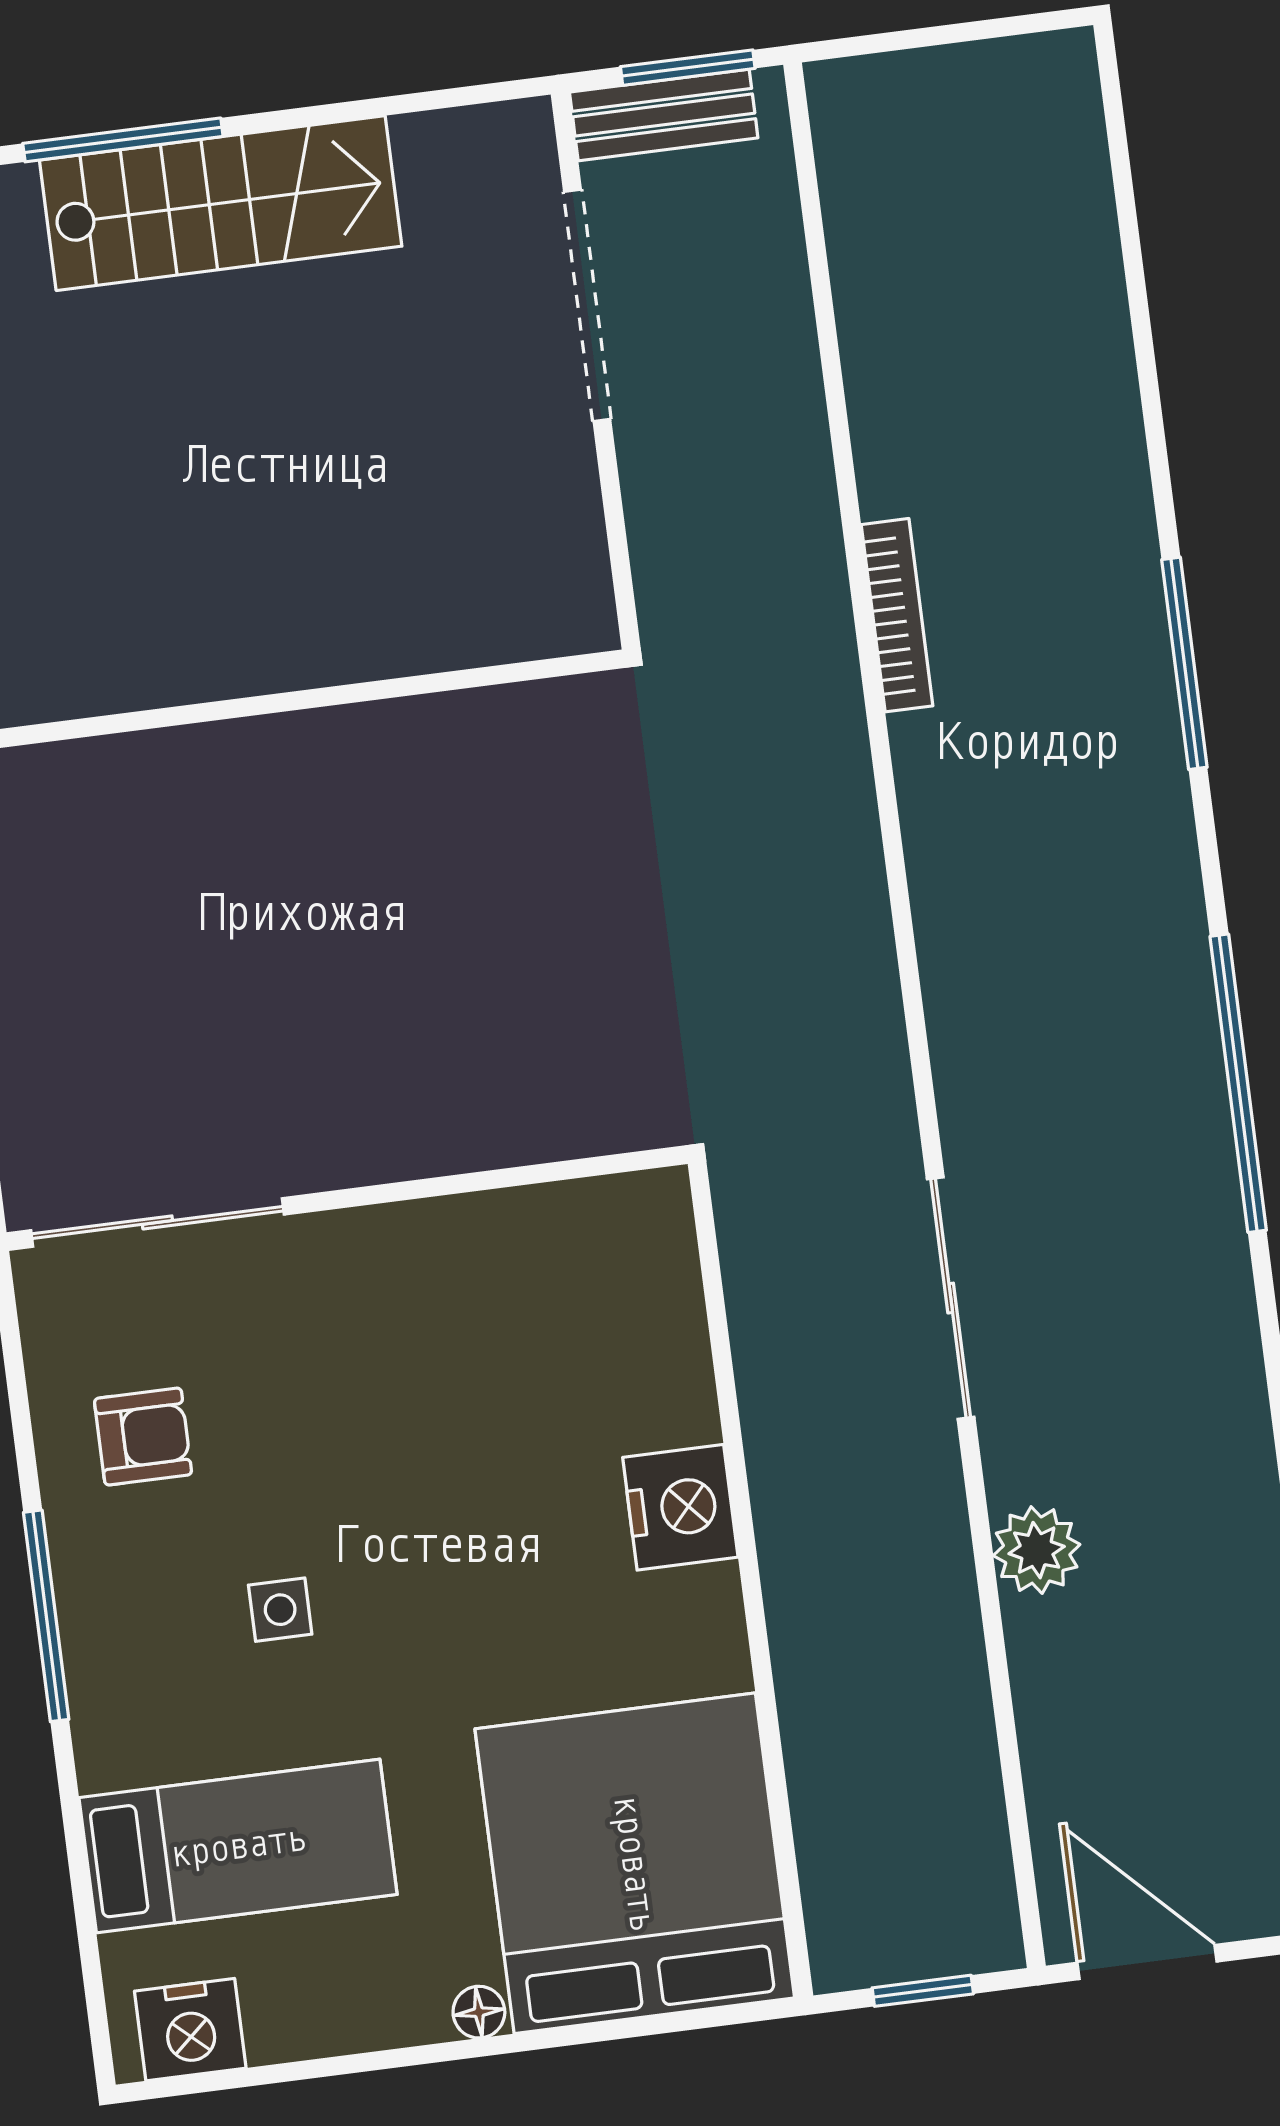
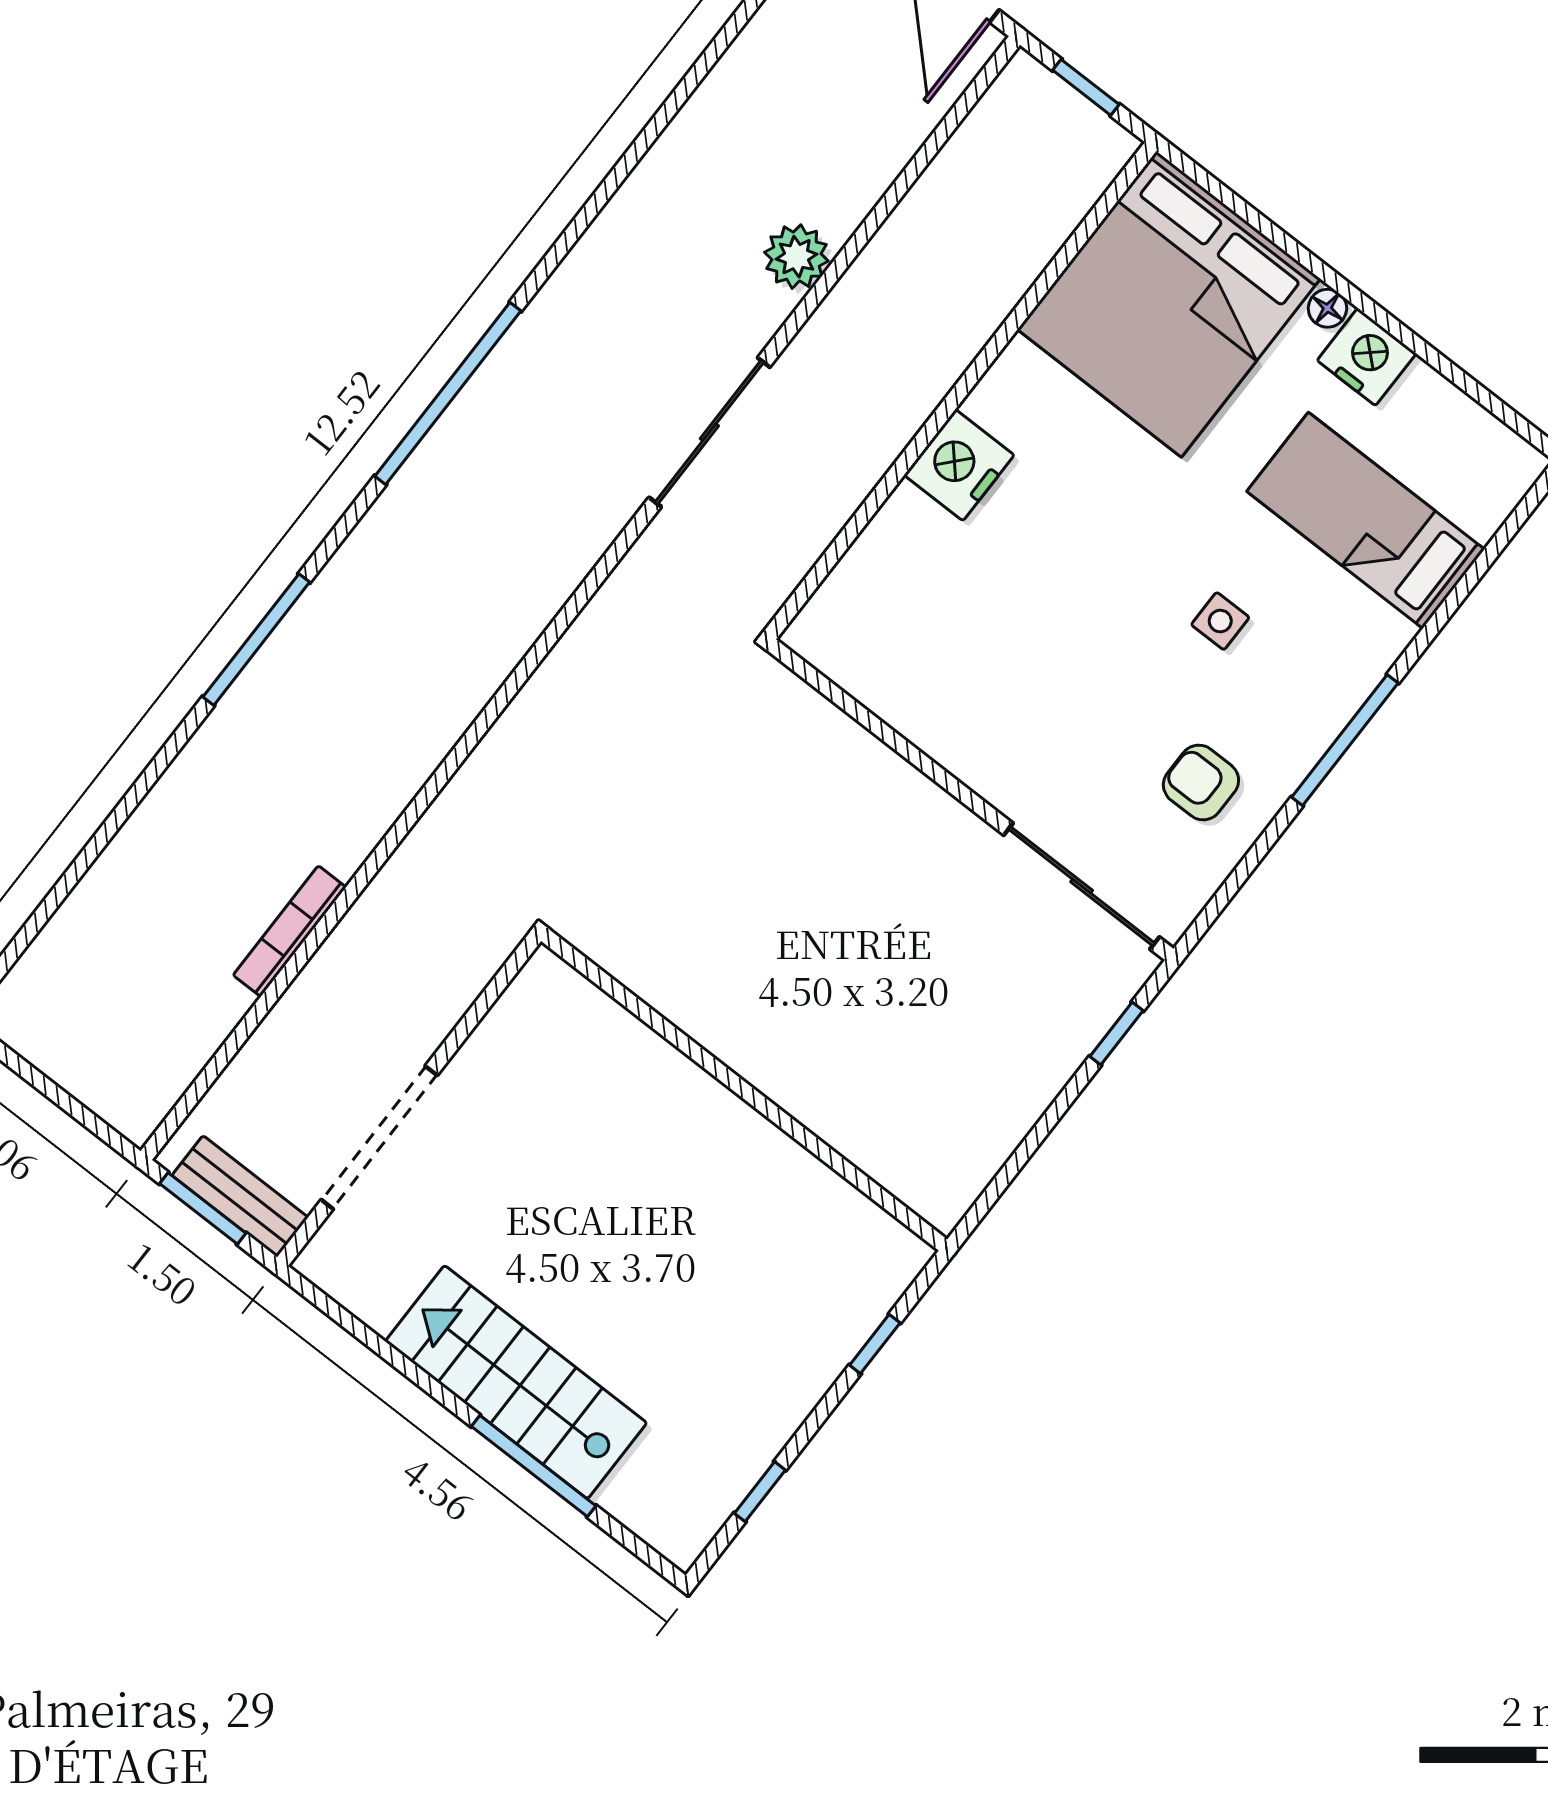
bookcase: (897, 615) -> (290, 931), moved
nightstand: (190, 2030) -> (1367, 357), moved

